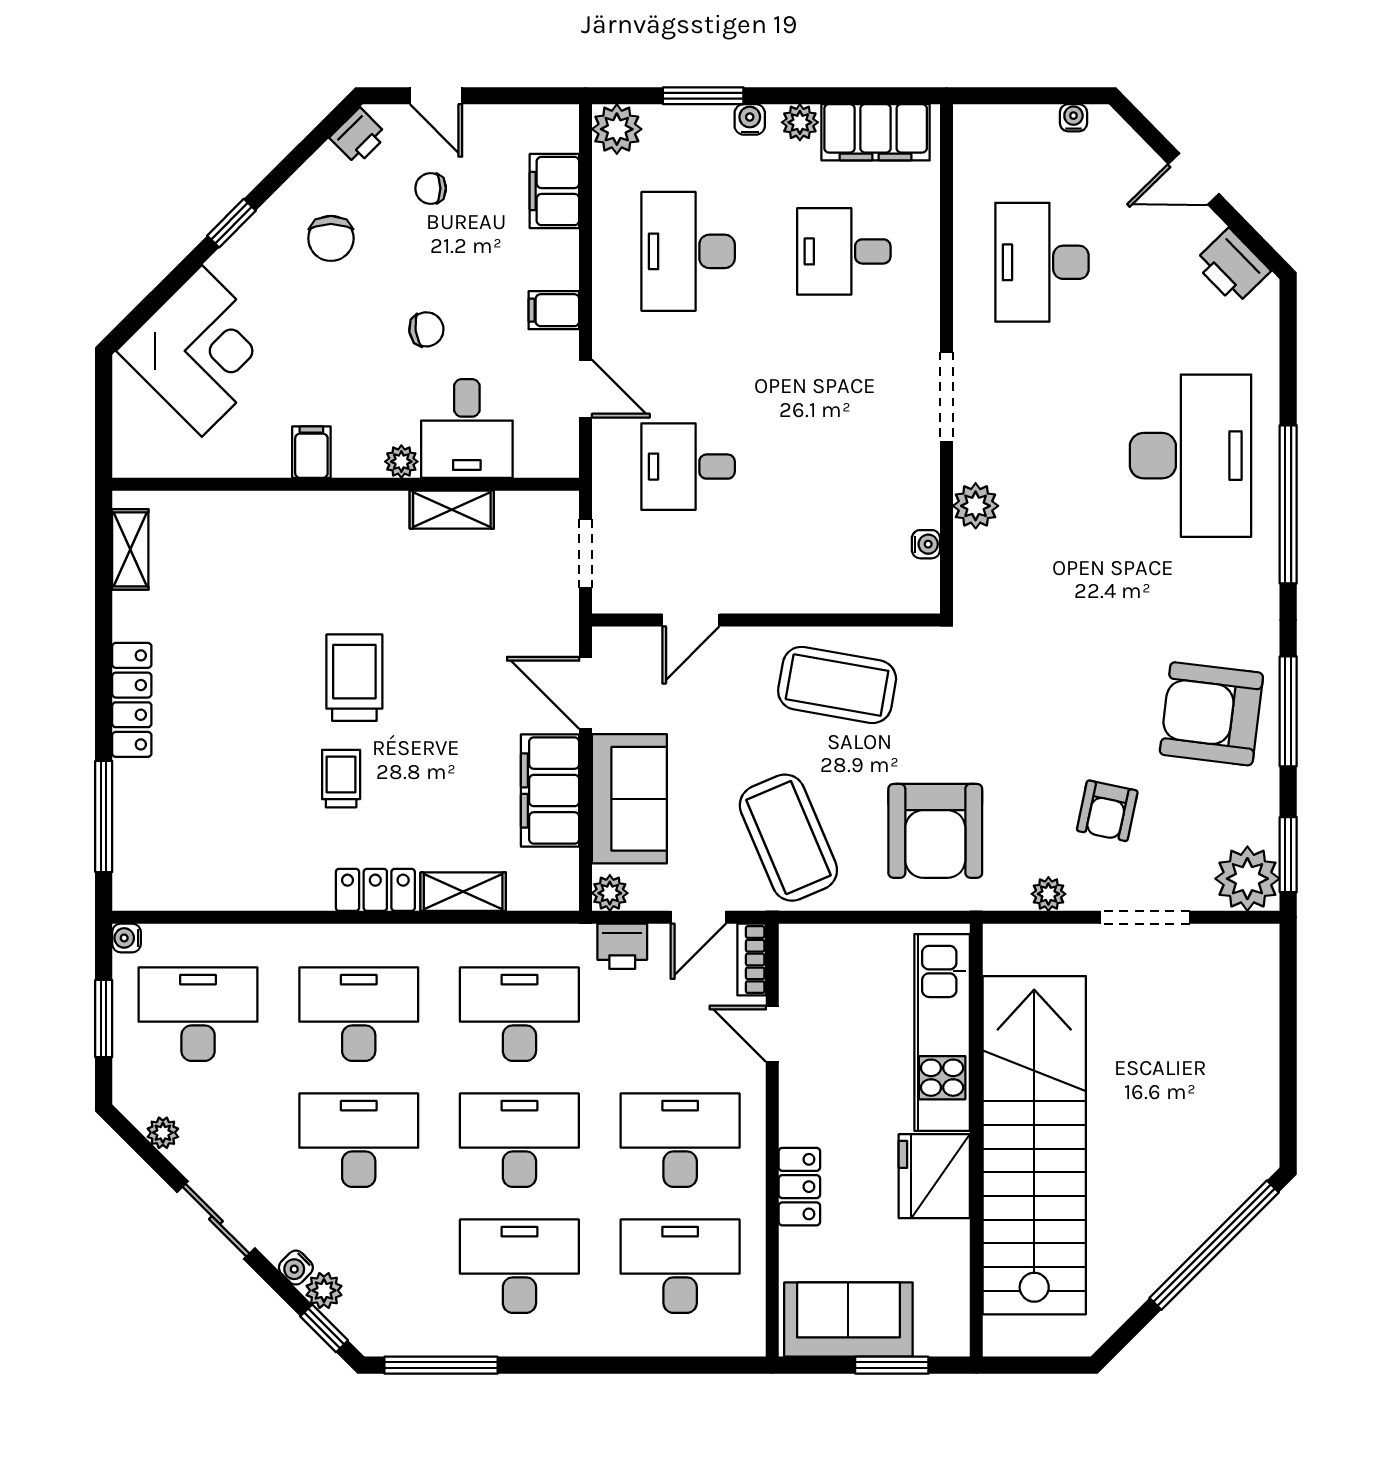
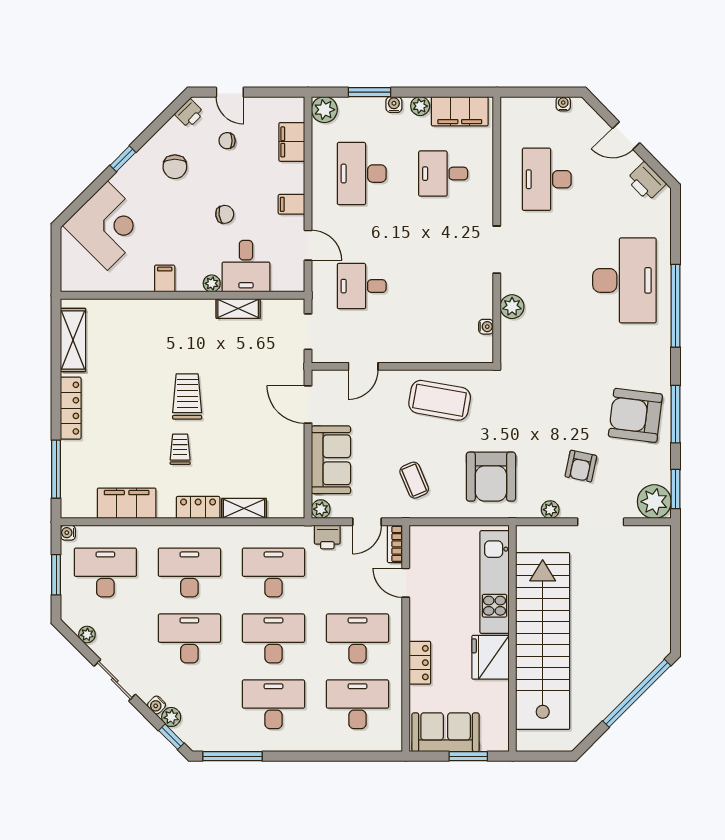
shelving: (130, 549) -> (73, 340), width x1.50, depth x1.33
filing cabinet: (550, 791) -> (127, 503), moved, turned 90
coffee table: (788, 838) -> (414, 480), width x0.54, depth x0.58

